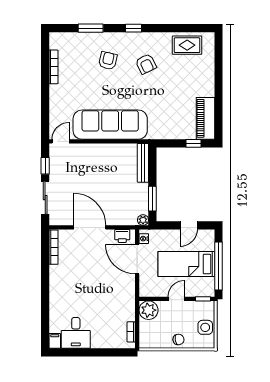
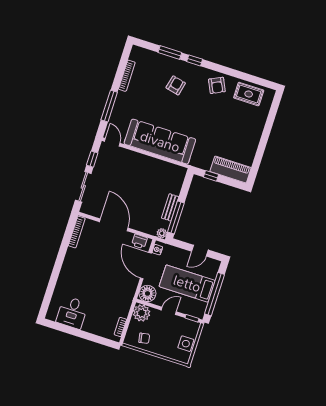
window: (133, 28) -> (195, 60), moved
armchair: (146, 64) -> (217, 85), moved
window: (45, 105) -> (109, 106), added
piano: (205, 118) -> (231, 170), moved, turned 90
door: (61, 141) -> (112, 142), hinge flipped
window: (194, 143) -> (211, 176), moved
bench: (143, 163) -> (170, 207), moved, width x0.73
window: (152, 199) -> (176, 217), width x1.44
floor lamp: (148, 288) -> (147, 293), added
chair: (178, 340) -> (144, 338), moved
filing cabinet: (55, 341) -> (52, 314), removed

